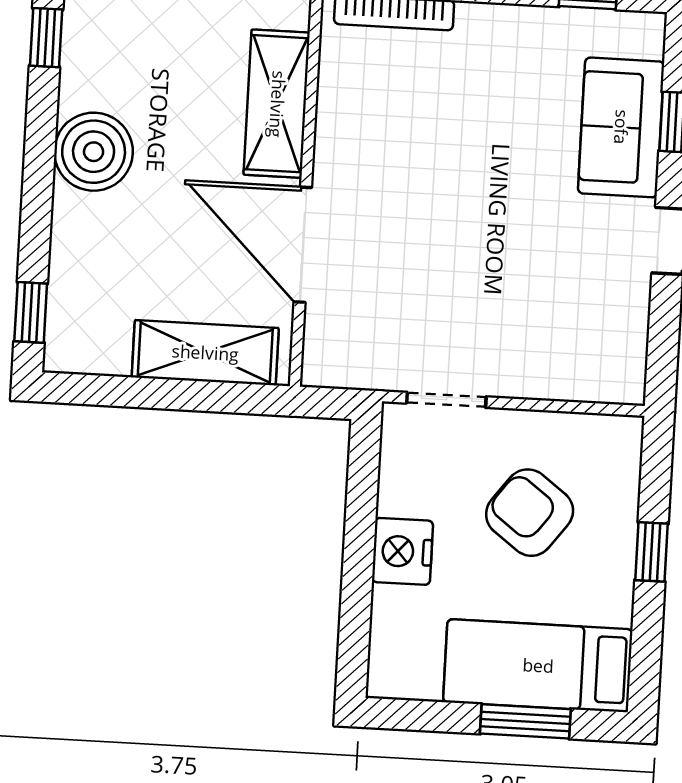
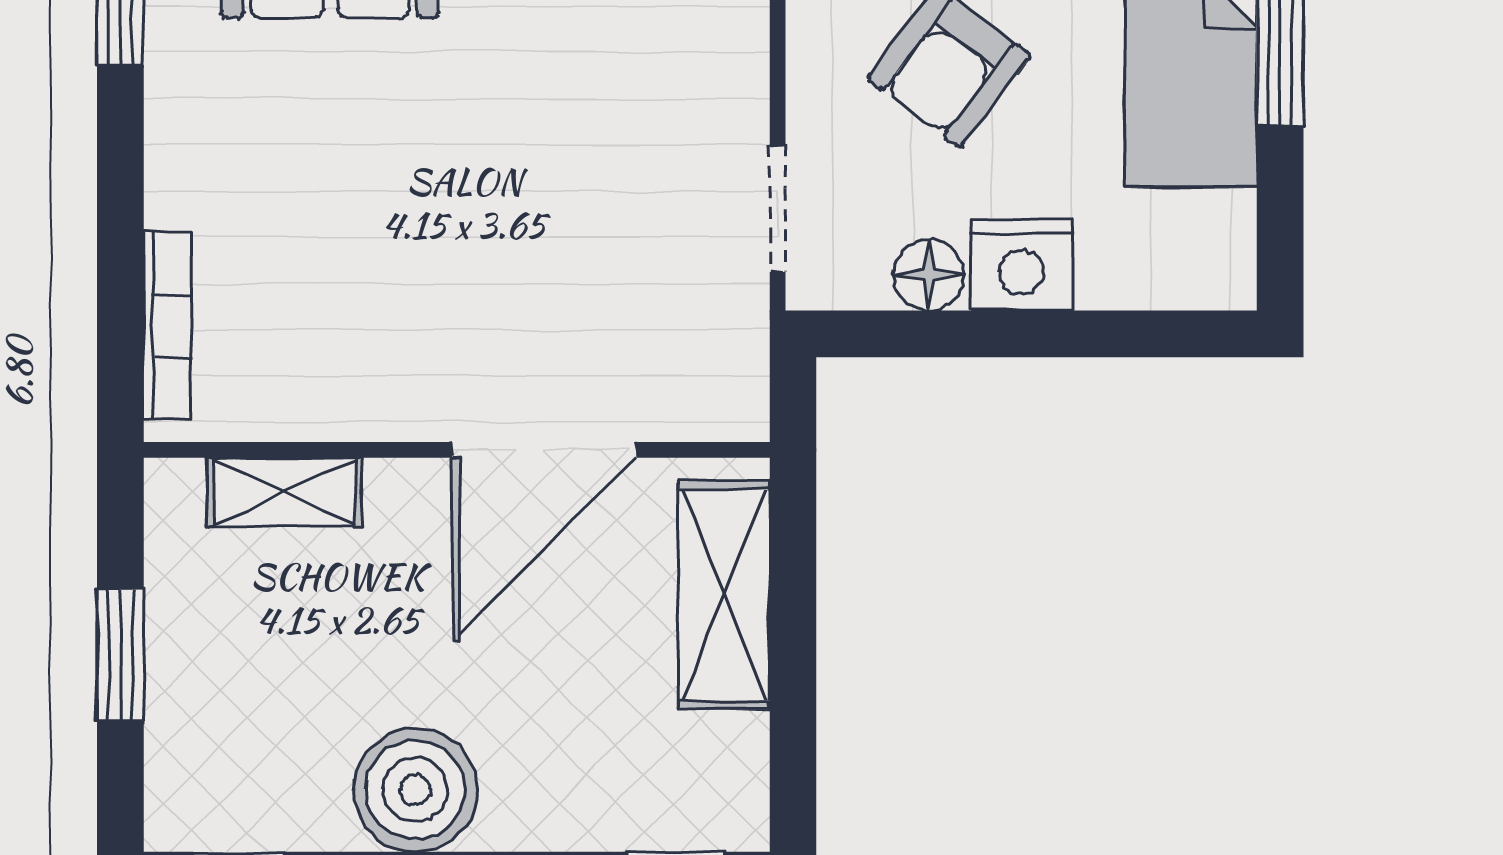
shelving: (277, 104) -> (285, 492), width x0.67, depth x0.75
floor lamp: (399, 492) -> (928, 275), added

